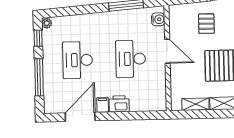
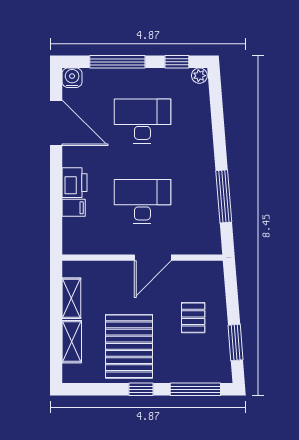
water cooler: (158, 19) -> (72, 78), moved, turned 180
pallet: (206, 24) -> (193, 318), turned 90
filing cabinet: (103, 105) -> (74, 208), moved

